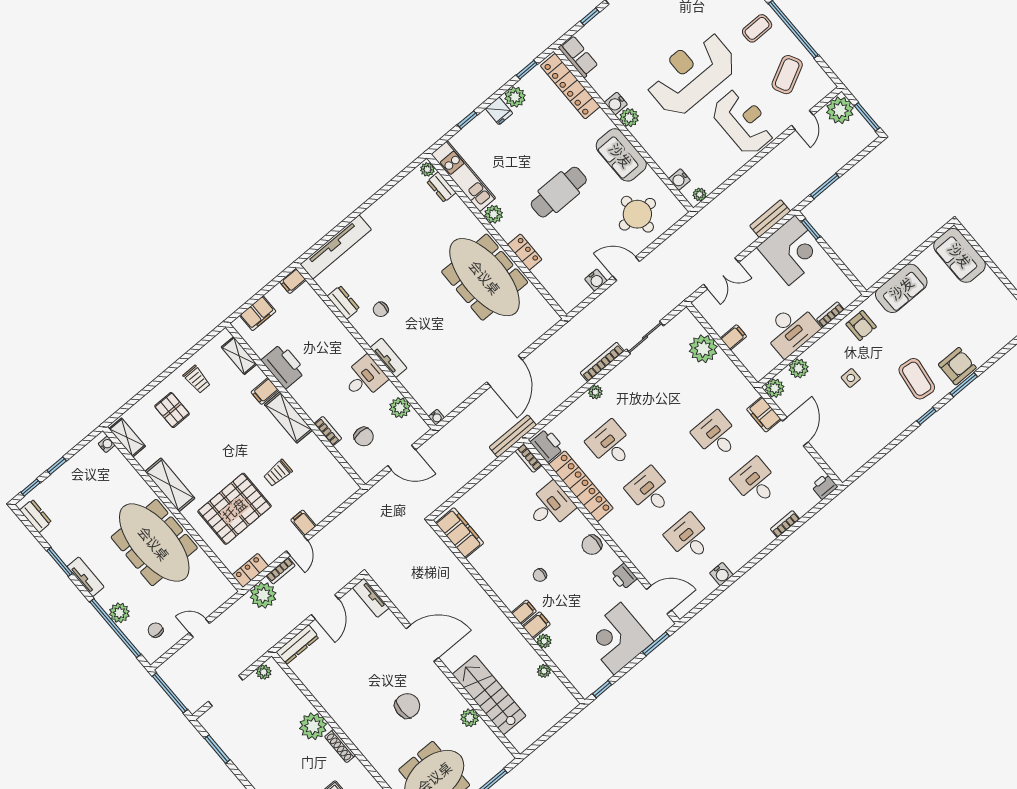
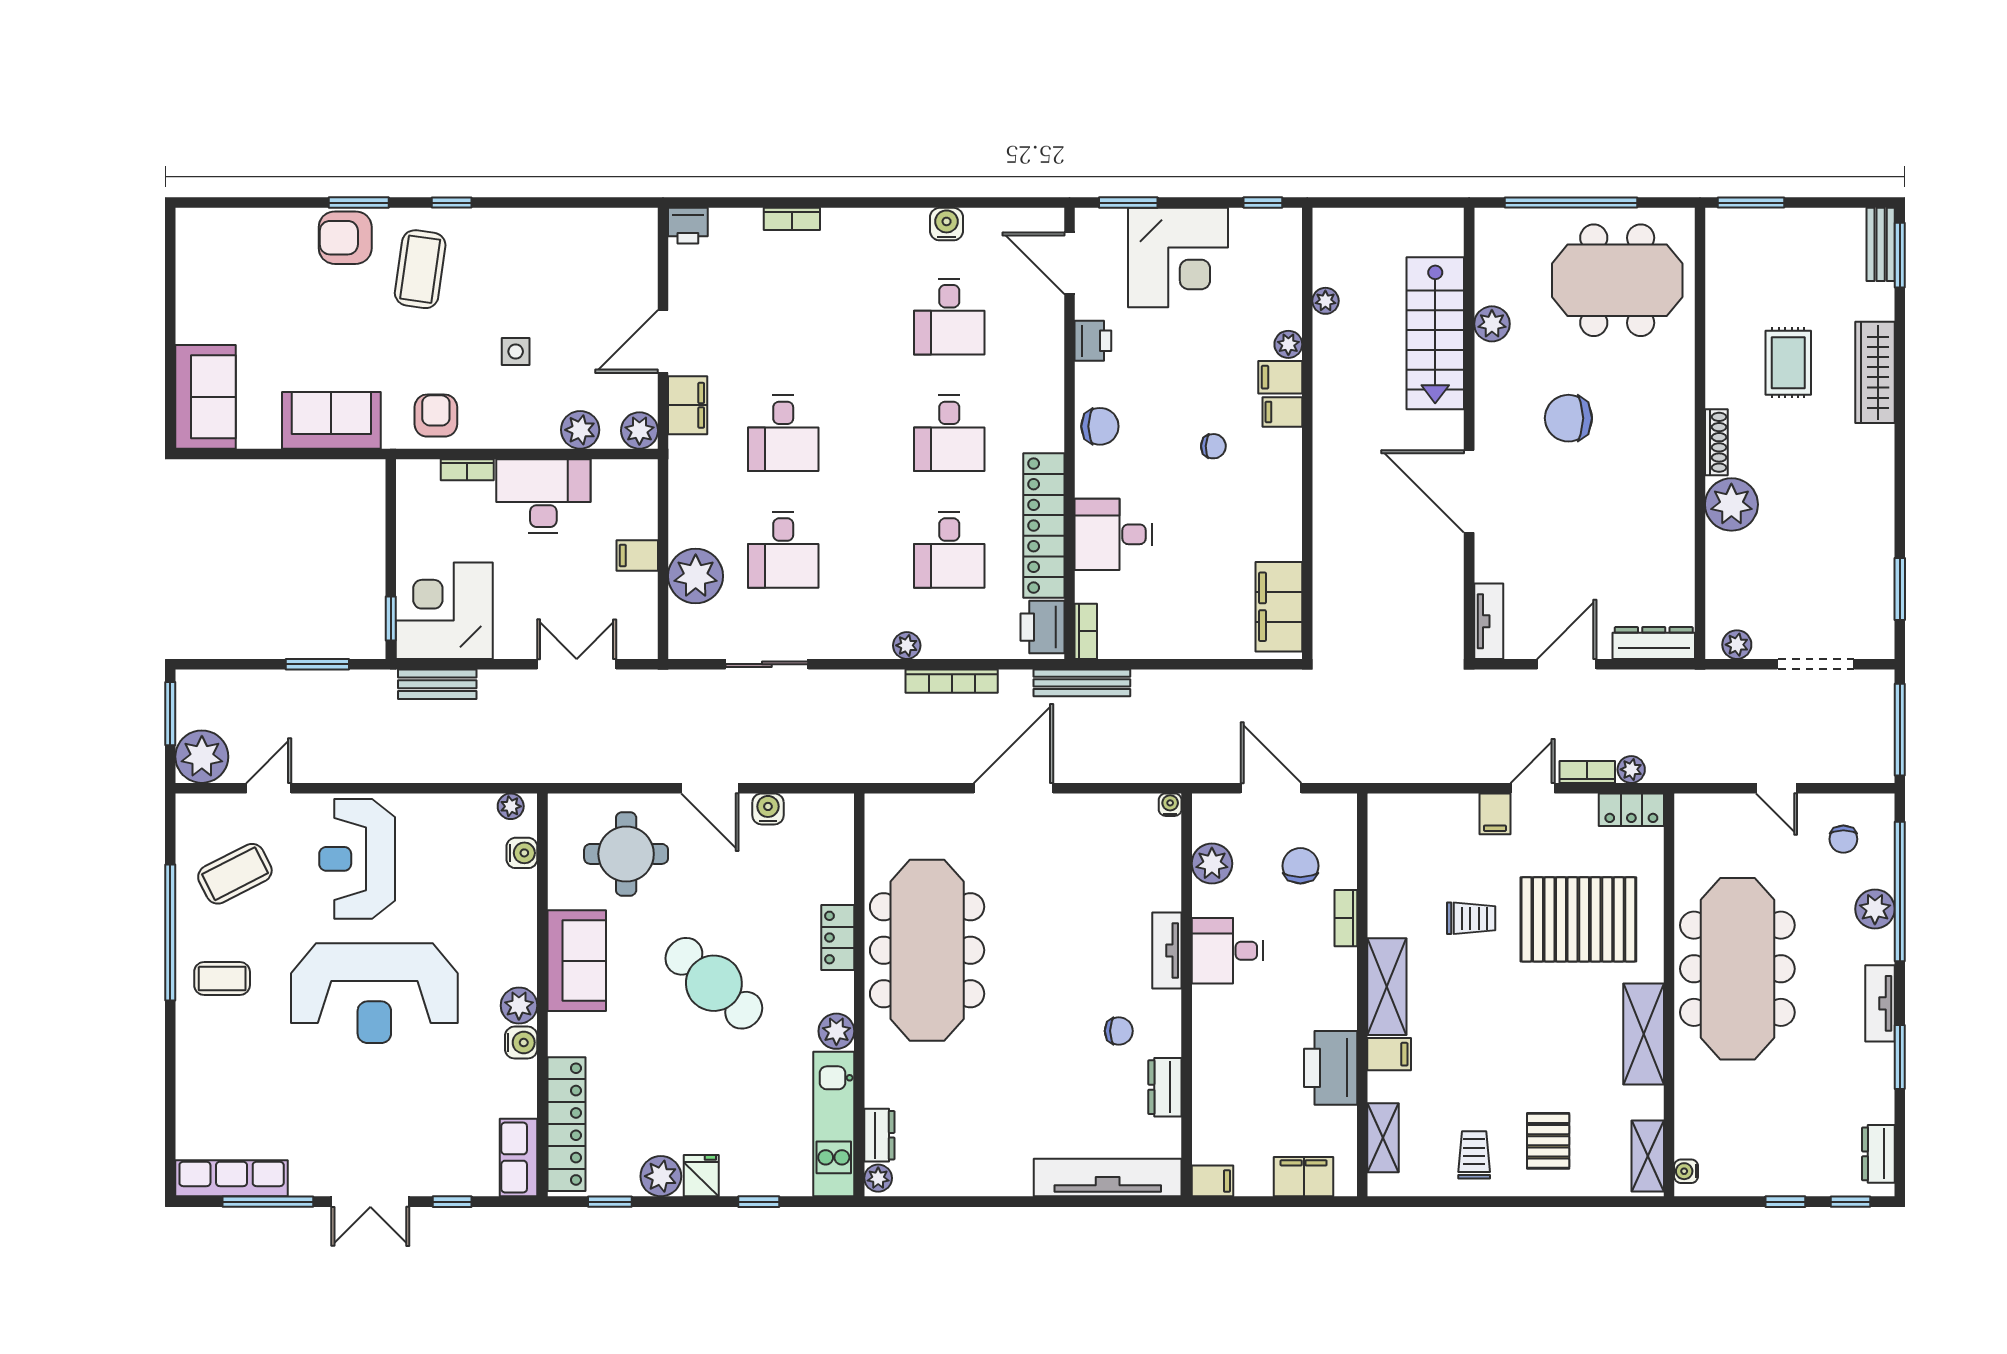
cafe table: (559, 192) -> (714, 983), turned 42
bookcase: (602, 362) -> (952, 681), moved
desk: (756, 482) -> (783, 550), moved
plant: (263, 595) -> (1631, 769), width x0.53, depth x0.53

